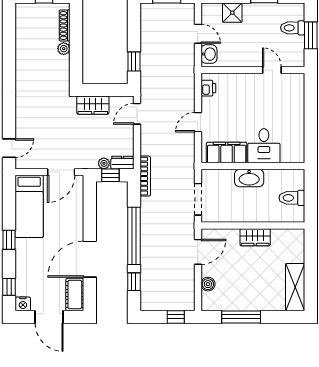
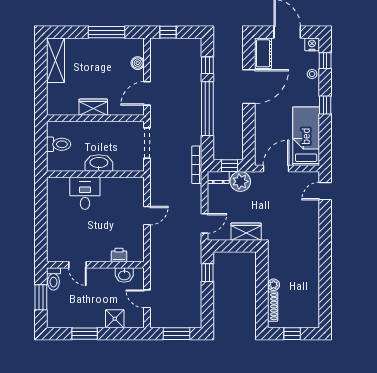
toilet: (293, 28) -> (53, 279), moved, turned 90
washbasin: (209, 54) -> (124, 275), moved, turned -90
printer: (208, 88) -> (119, 255), moved, turned 90
filing cabinet: (227, 153) -> (120, 187), removed
plant: (104, 163) -> (240, 181), width x1.87, depth x1.87
stool: (23, 272) -> (312, 74), added

